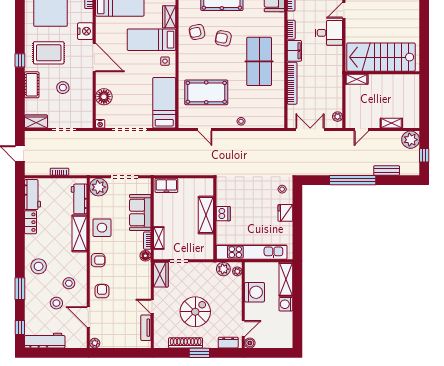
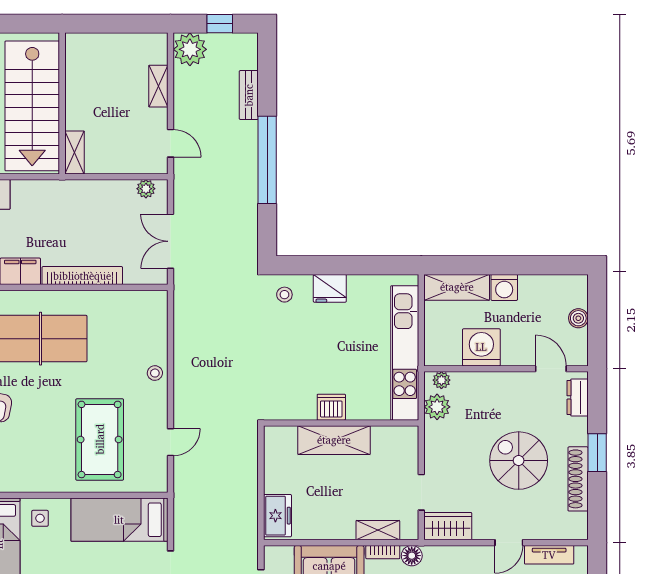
boiler: (250, 343) -> (578, 318), moved

